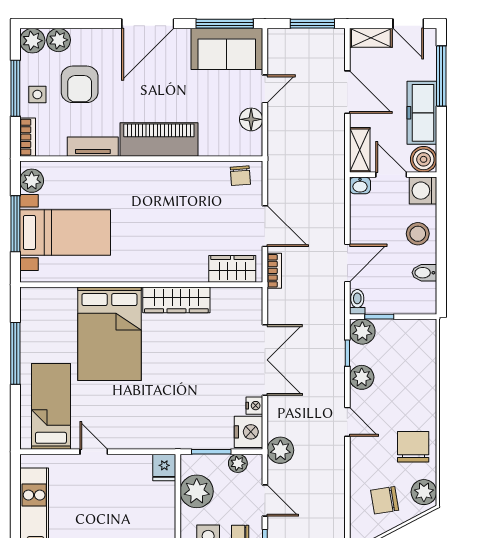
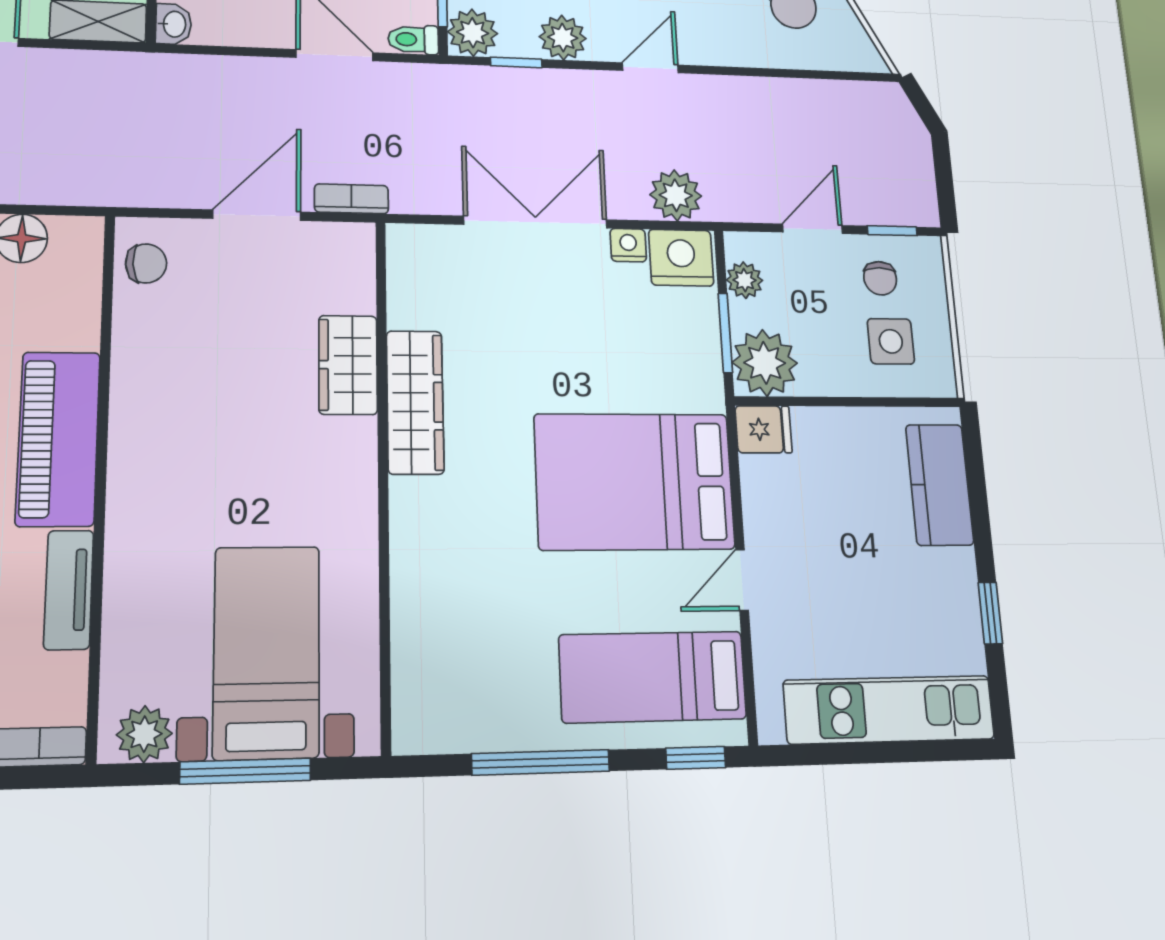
wardrobe: (232, 269) -> (348, 365), moved
bed: (109, 334) -> (634, 481), moved, turned 180
window: (15, 424) -> (696, 758), added
plant: (280, 450) -> (676, 195), moved
plant: (197, 491) -> (765, 363), moved

